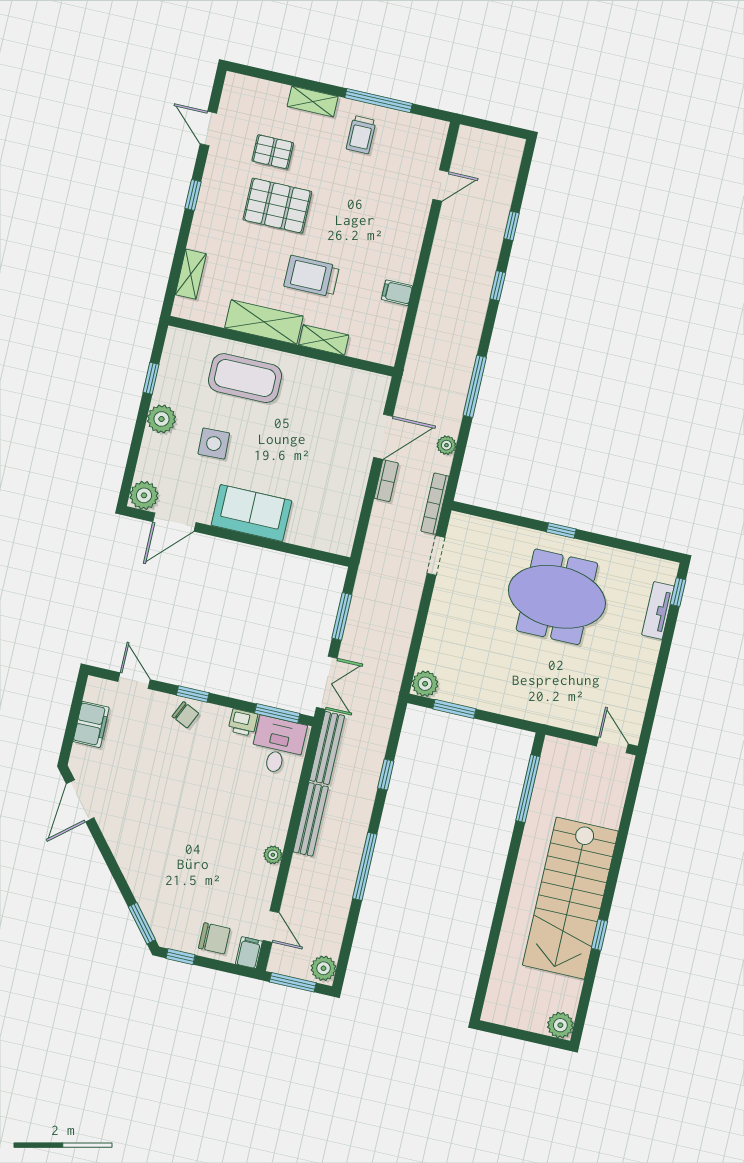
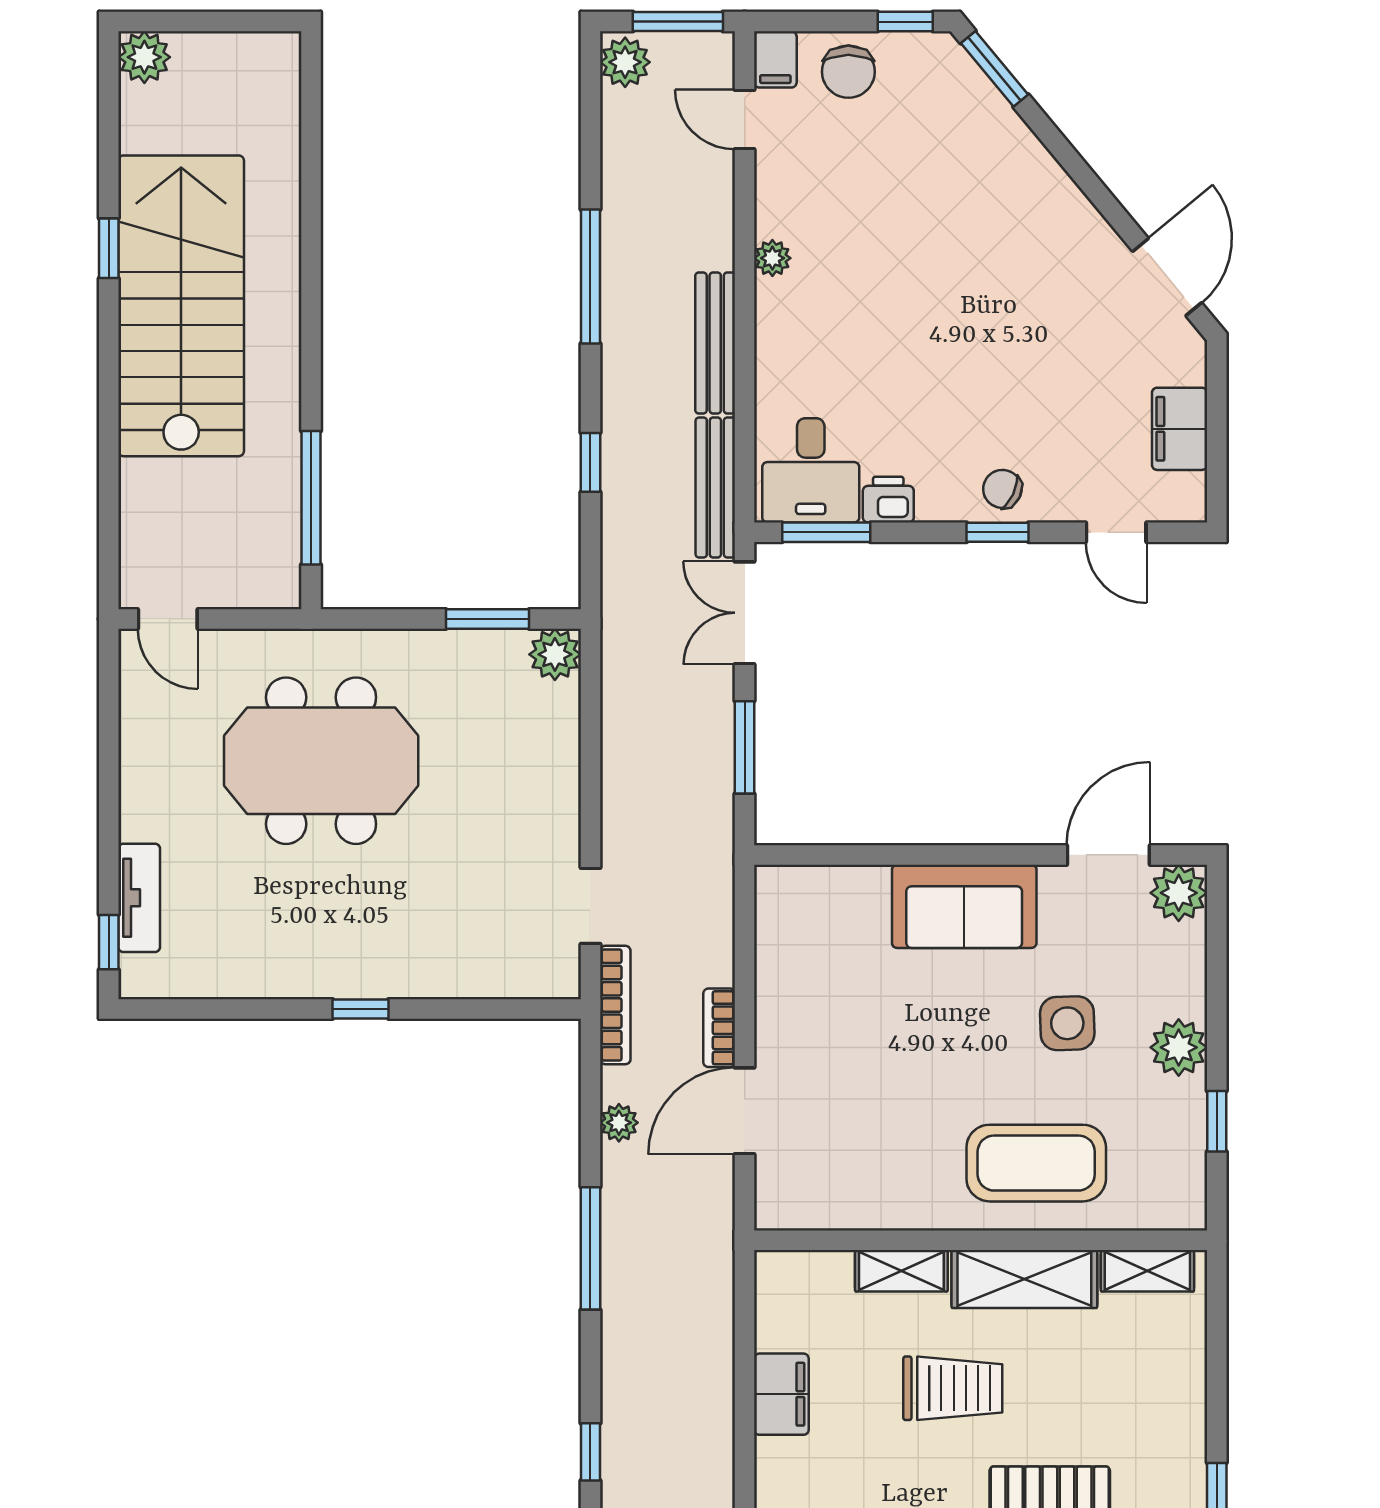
shelving: (191, 274) -> (1147, 1271), moved, turned 90
filing cabinet: (397, 293) -> (781, 1394), width x2.00
meeting table: (557, 597) -> (321, 761), moved
chair: (214, 938) -> (848, 72), turned -90

